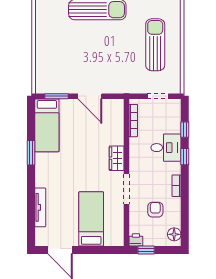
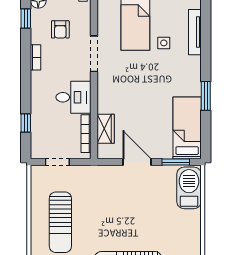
barbecue: (45, 74) -> (189, 188), added
desk: (166, 148) -> (74, 97), moved, turned 180
window: (185, 157) -> (26, 19), moved
wardrobe: (117, 158) -> (106, 129), moved
side table: (67, 198) -> (164, 43), added

